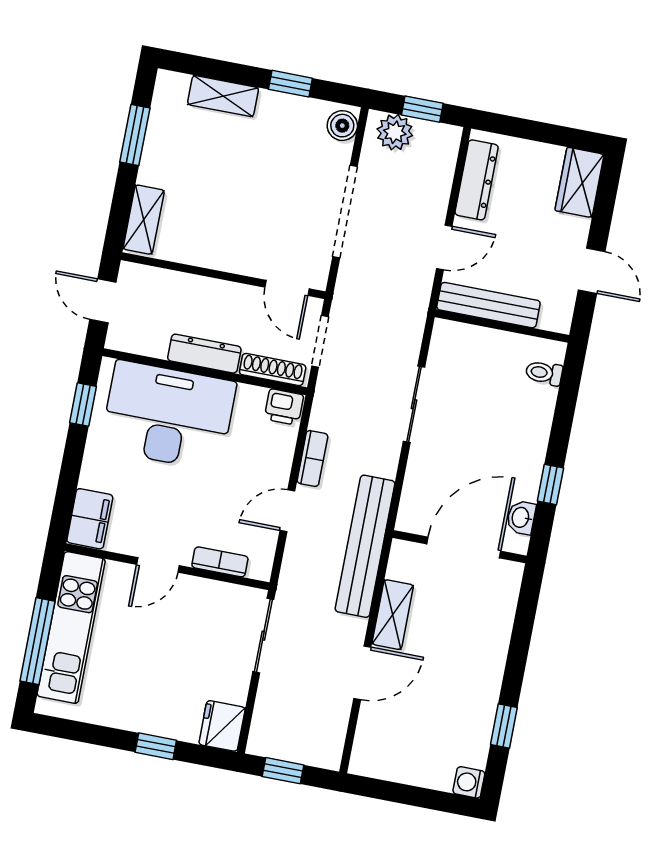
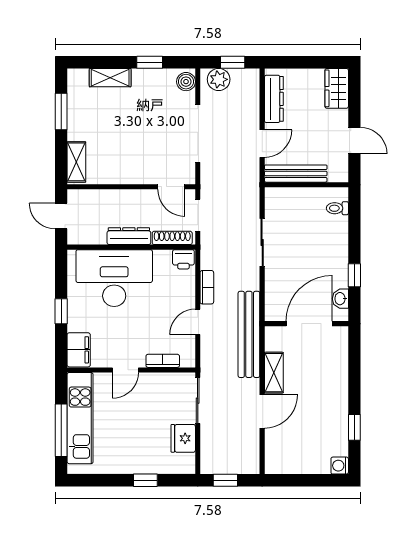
window: (83, 405) -> (61, 311), moved
fridge: (222, 726) -> (183, 438), moved

